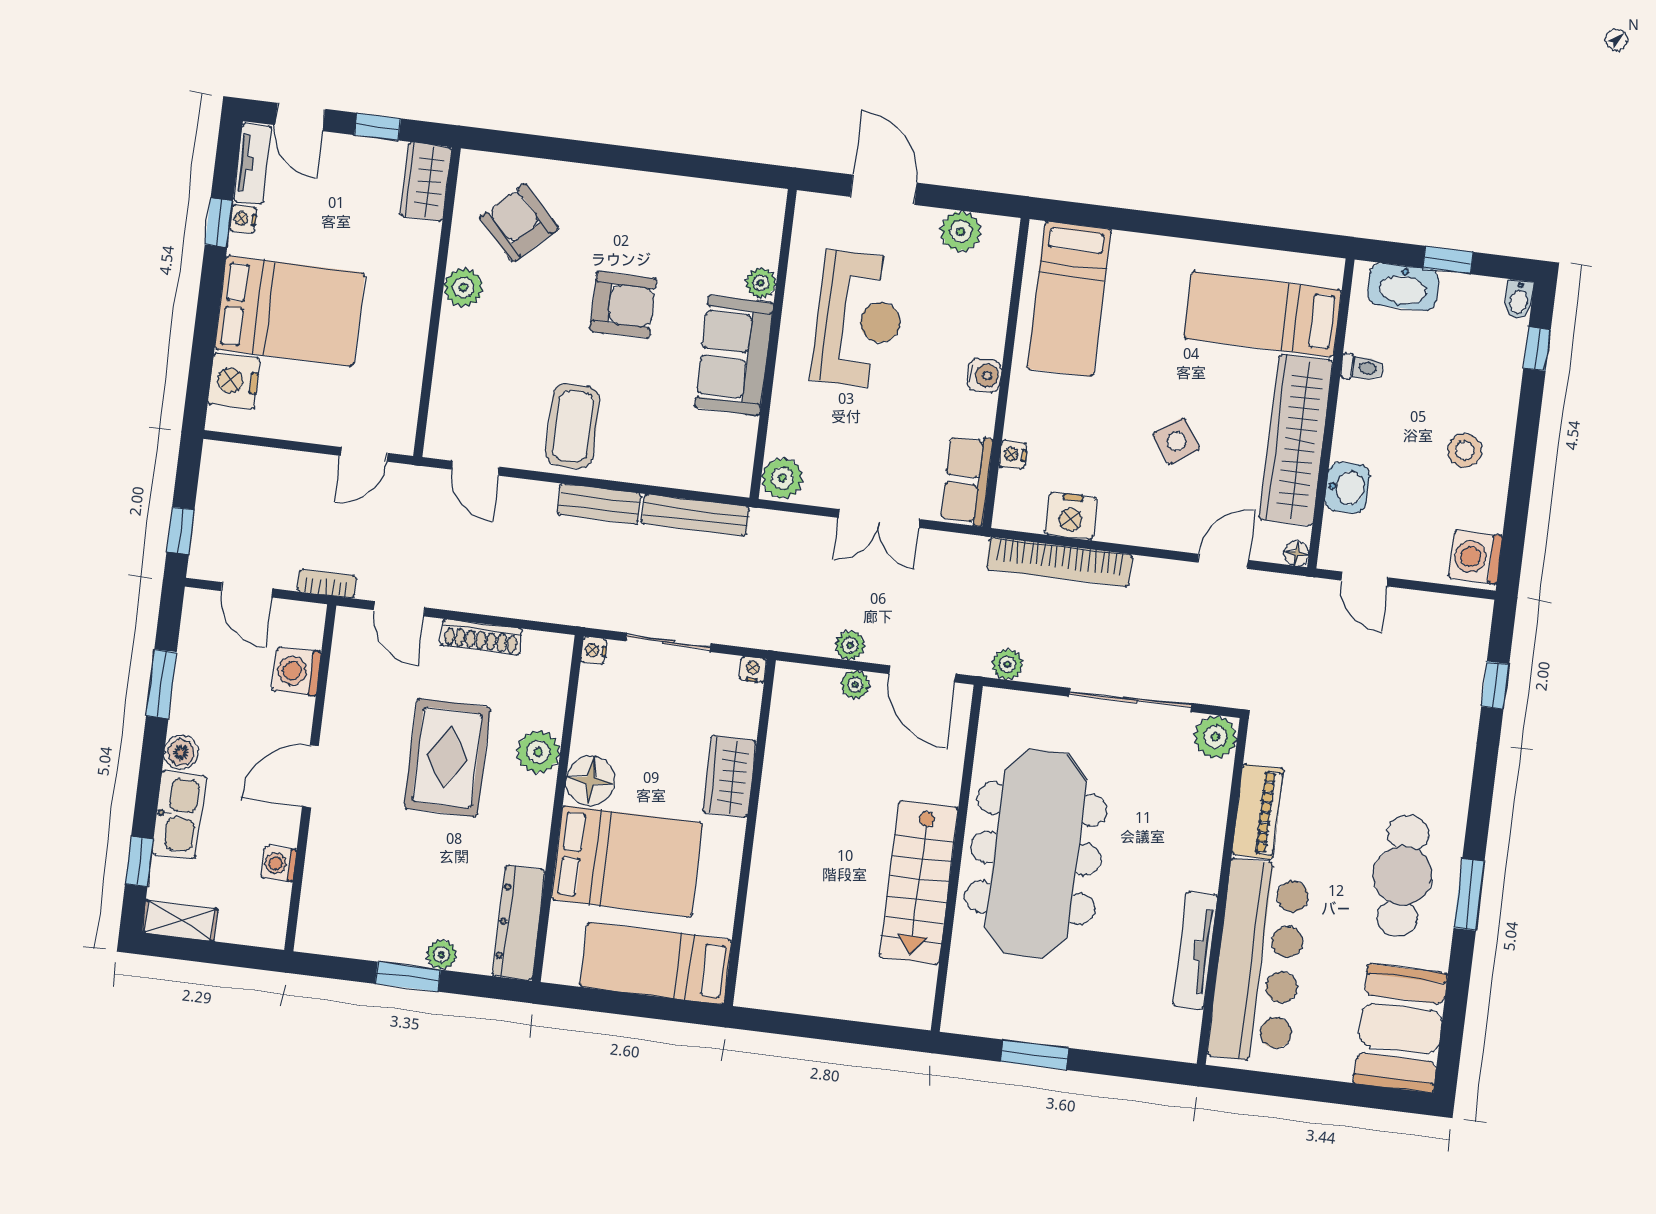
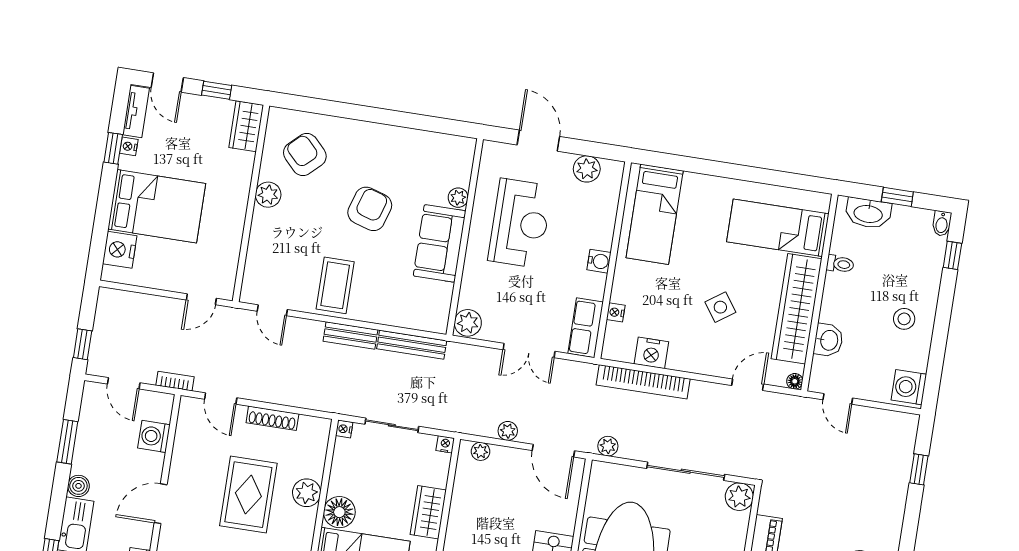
armchair: (623, 305) -> (370, 209), turned -73
plant: (855, 685) -> (481, 451), moved

